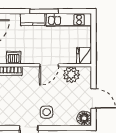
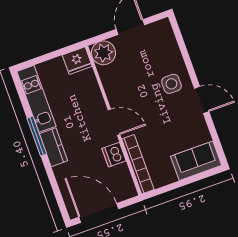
door: (49, 65) -> (114, 122), moved
plant: (71, 75) -> (103, 53), moved
floor lamp: (84, 118) -> (161, 30), removed

